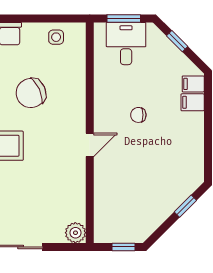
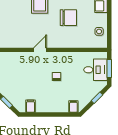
chair: (31, 93) -> (68, 18), turned 114
filing cabinet: (193, 102) -> (30, 106), moved
door: (90, 145) -> (40, 50), swing flipped

